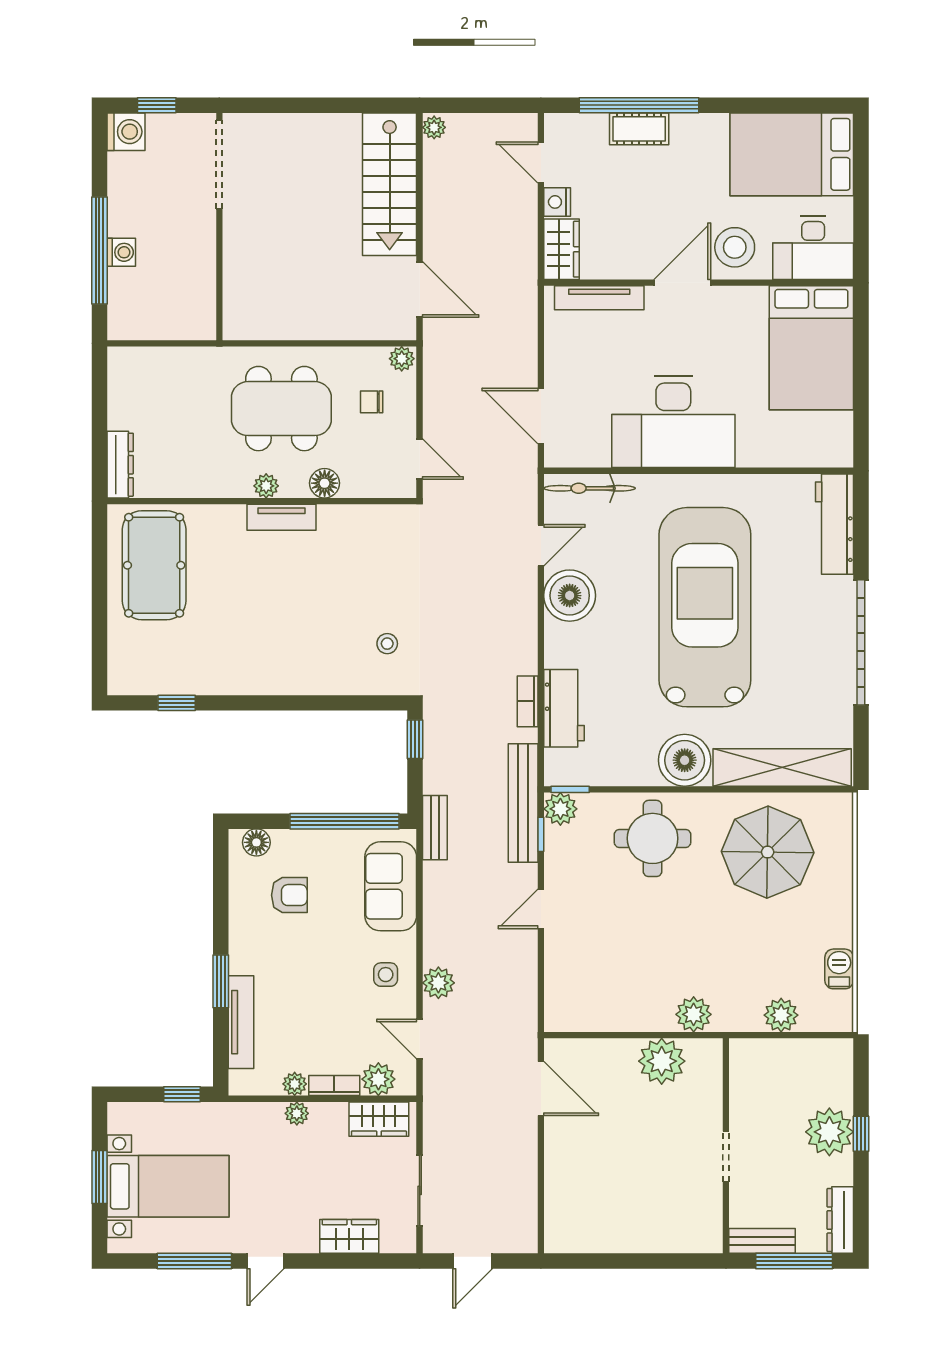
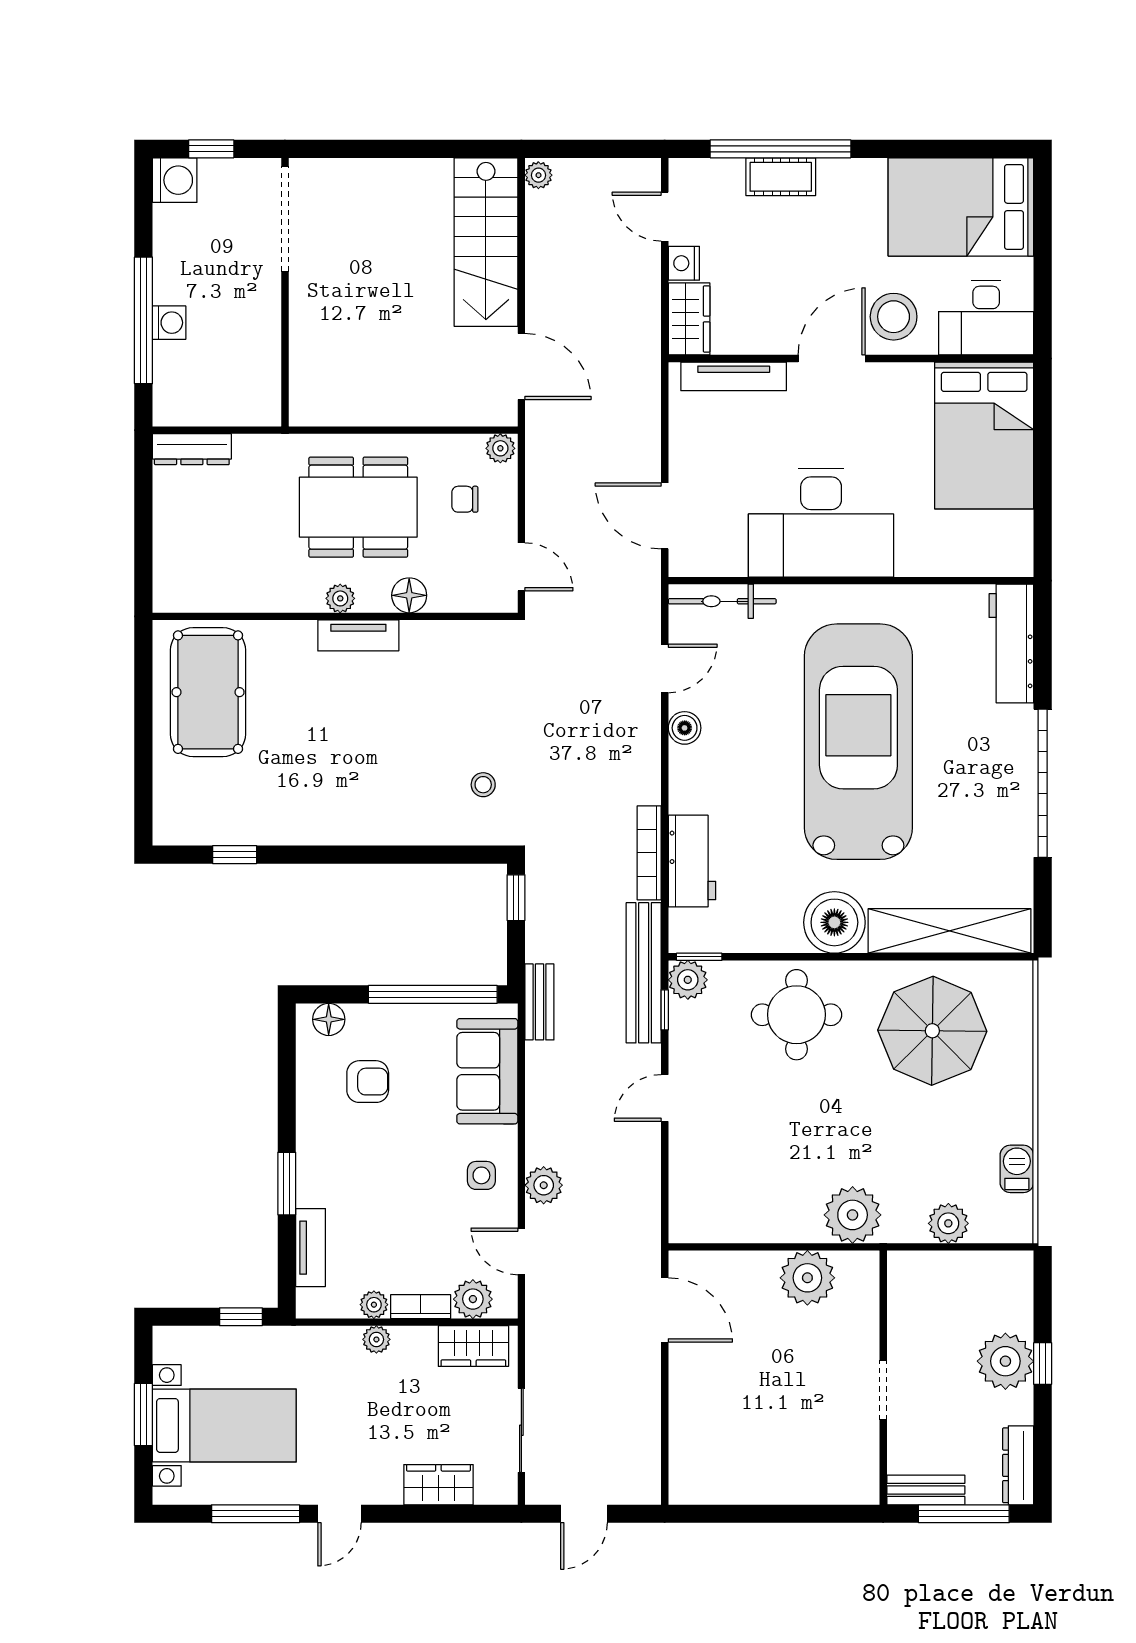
dresser: (120, 465) -> (192, 449), moved, turned 90
boiler: (570, 596) -> (685, 728), width x0.54, depth x0.54
bookcase: (528, 701) -> (649, 853), width x1.56
plant: (694, 1014) -> (853, 1215), width x1.36, depth x1.36
tv unit: (241, 1022) -> (311, 1248), width x0.71

